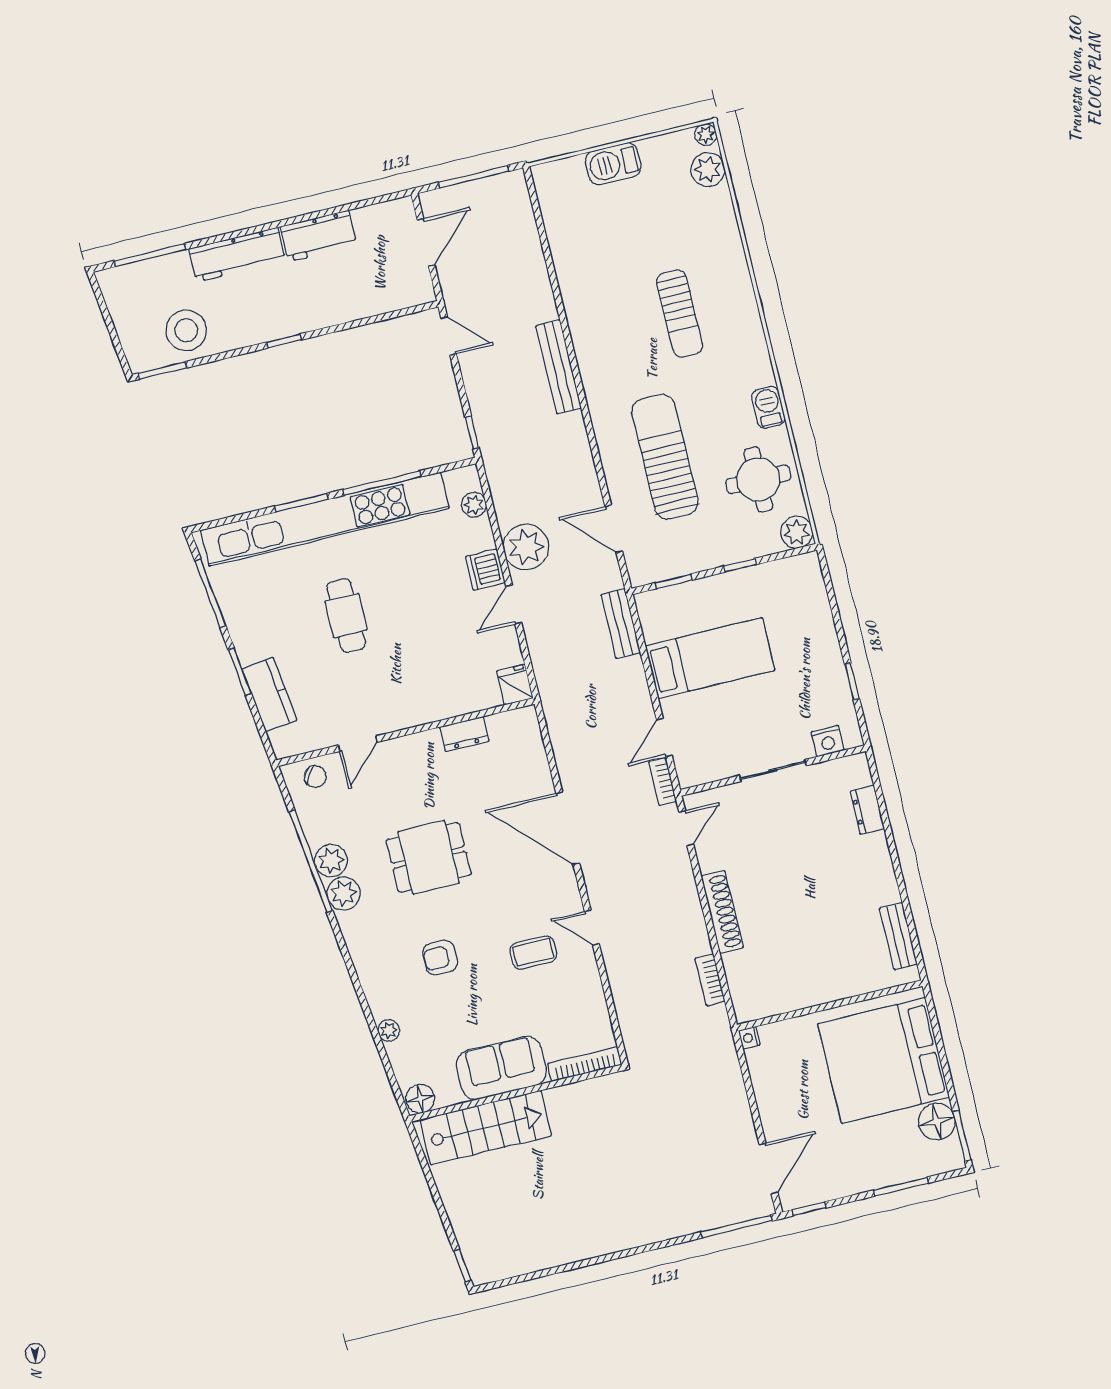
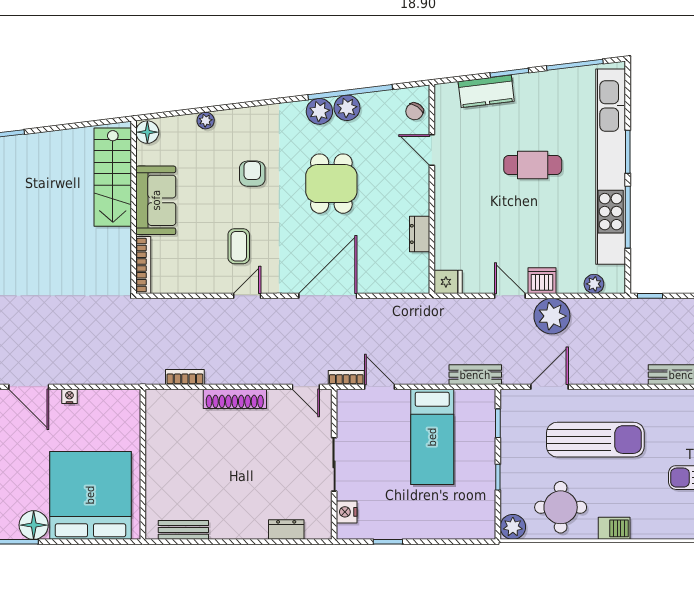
nightstand: (749, 1038) -> (69, 396), moved

